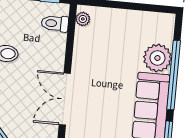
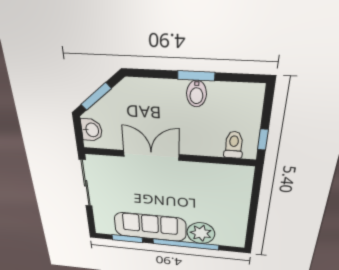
plant: (83, 19) -> (239, 172), removed

